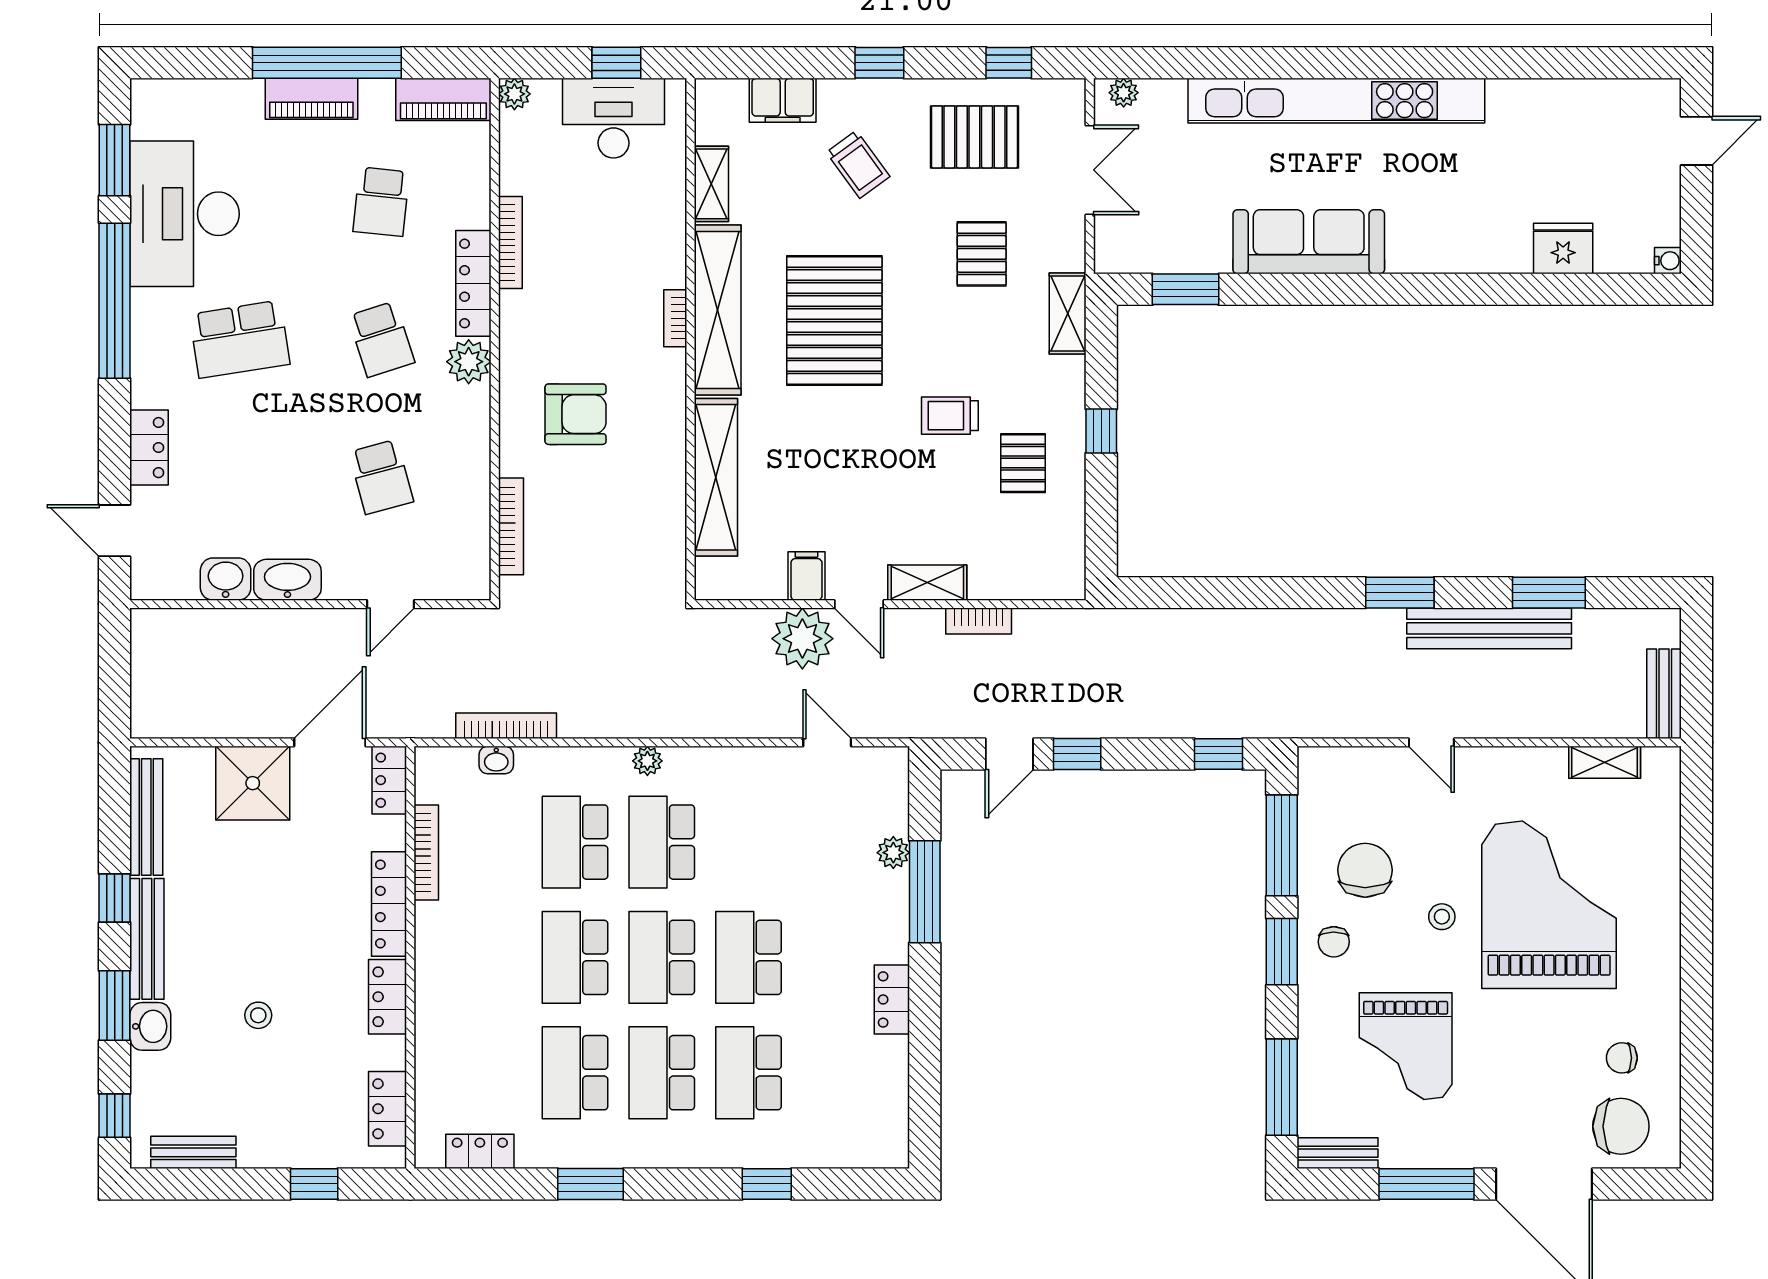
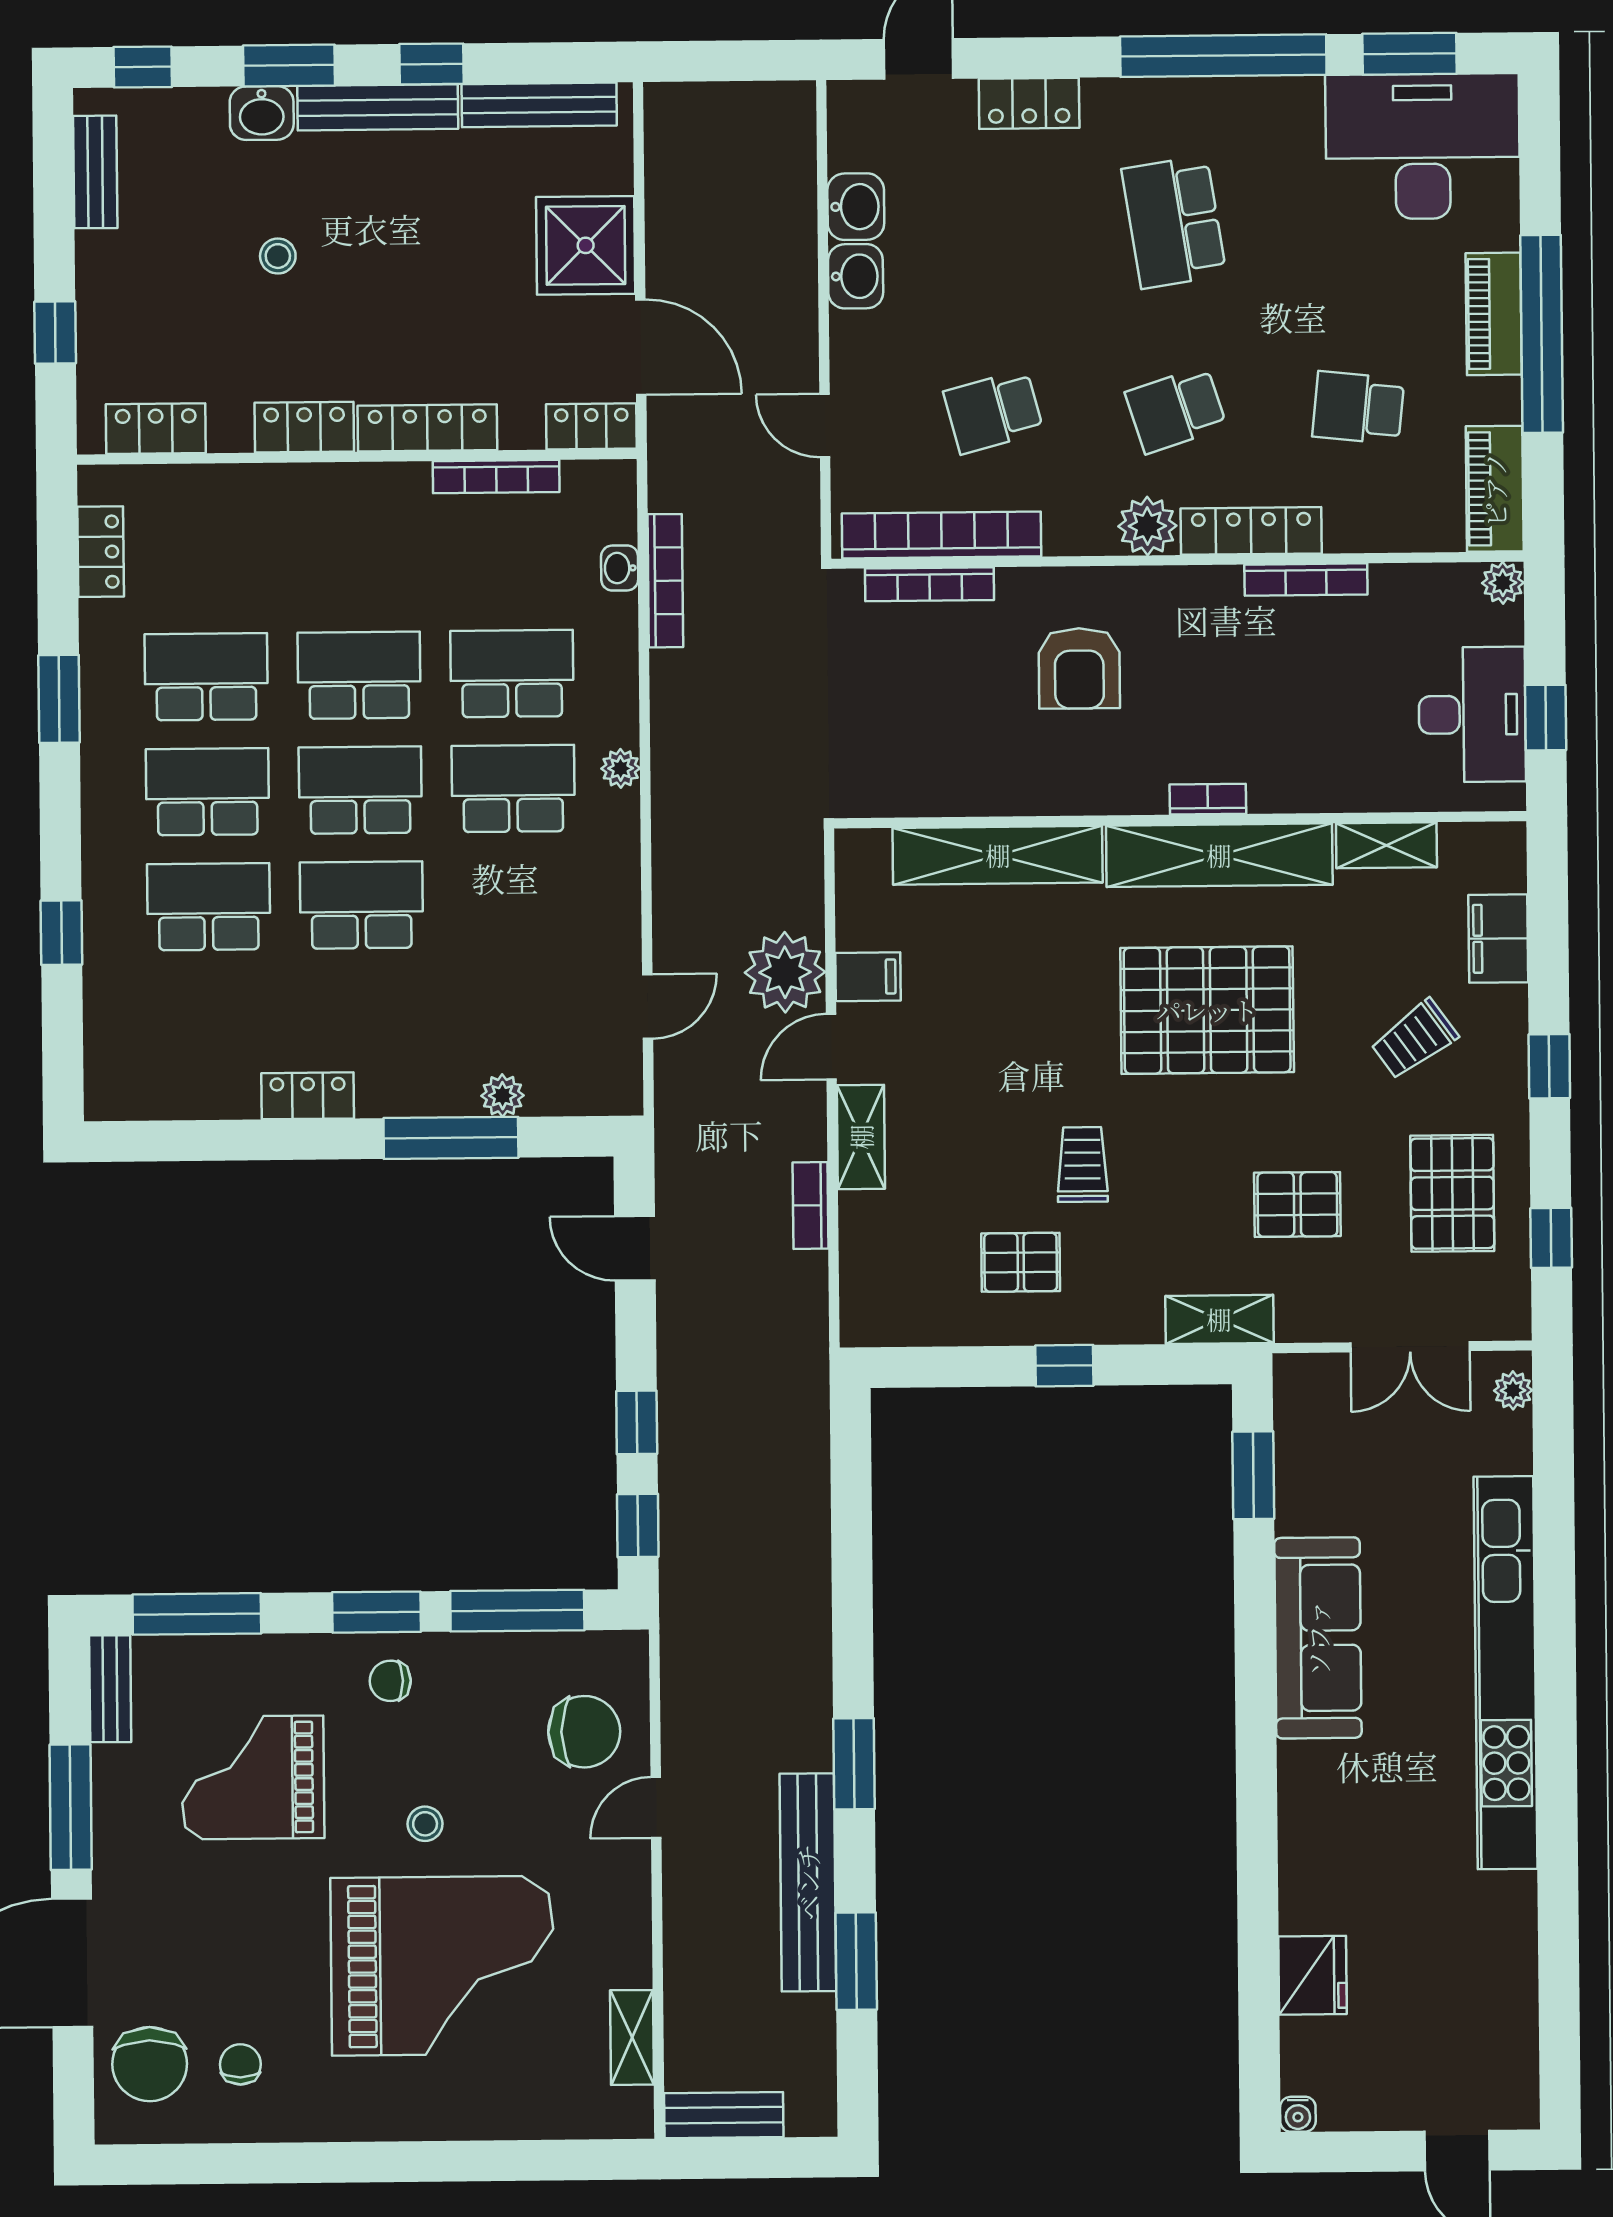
desk: (185, 214) -> (1423, 146), moved
bookcase: (474, 517) -> (942, 535), added
washbasin: (287, 580) -> (856, 276), width x0.72
window: (1077, 754) -> (637, 1422), moved
chair: (1365, 870) -> (584, 1732), moved

